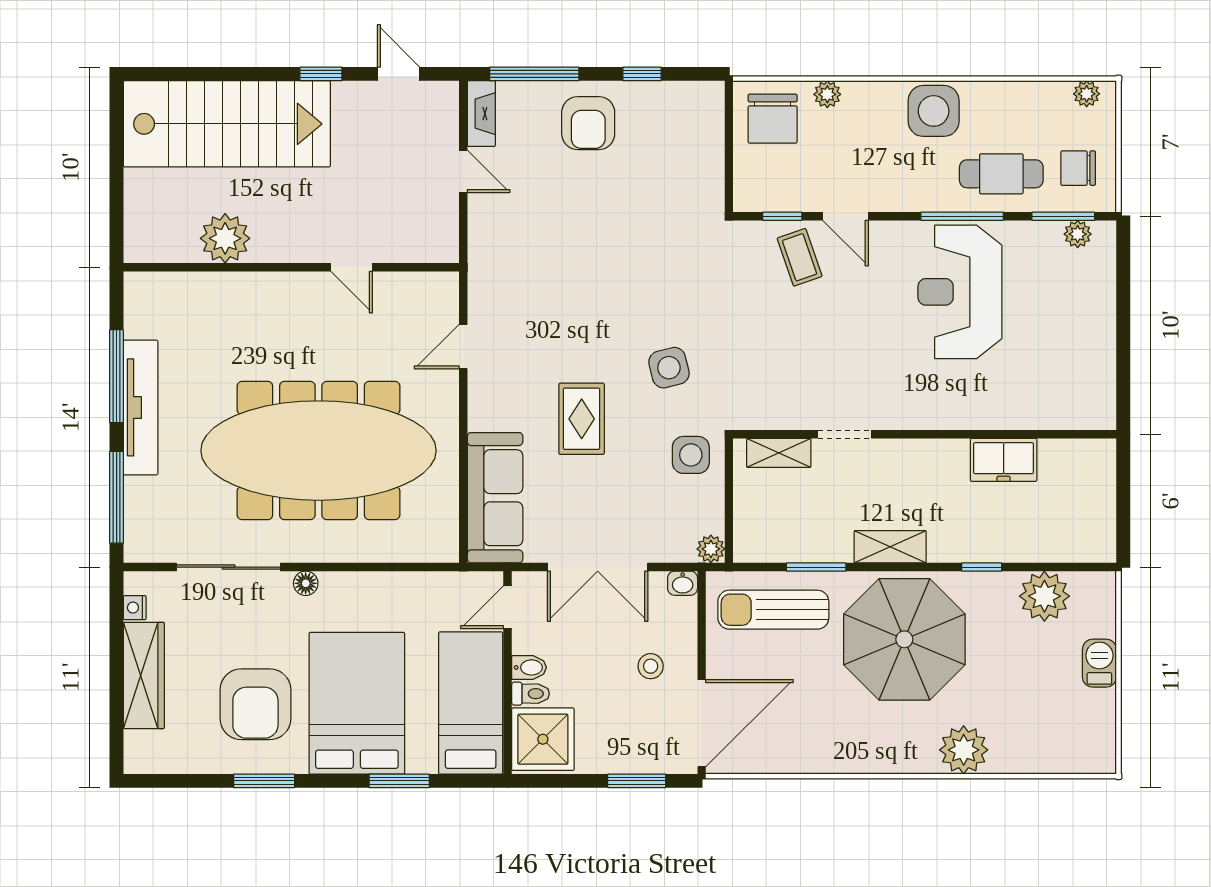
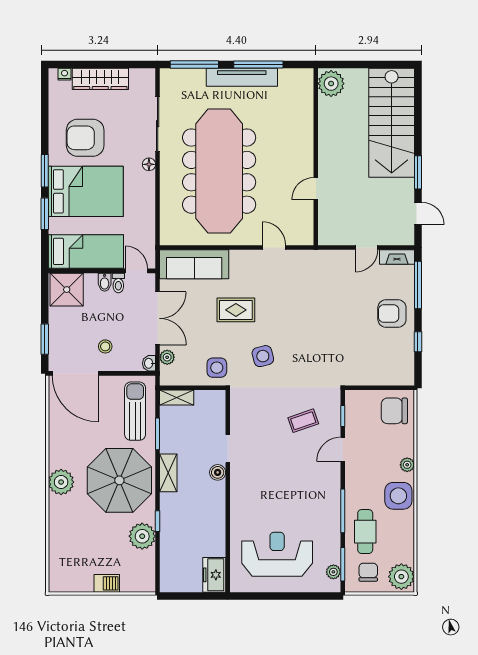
window: (321, 74) -> (418, 172), width x1.50
door: (399, 74) -> (418, 213), hinge flipped
plant: (827, 94) -> (407, 465), moved
plant: (1087, 94) -> (401, 577), width x1.88, depth x1.88
plant: (225, 238) -> (331, 84), moved
coffee table: (800, 257) -> (303, 421), moved
reception desk: (960, 292) -> (277, 554), moved
shelving: (779, 453) -> (177, 398), moved, turned 90
boiler: (889, 453) -> (218, 472), added
freezer: (1004, 460) -> (214, 575), moved
plant: (711, 549) -> (167, 357), moved
double door: (598, 567) -> (158, 318), swing flipped
plant: (1044, 596) -> (142, 536), moved
nightstand: (135, 608) -> (65, 74), moved
toilet: (530, 694) -> (118, 283), moved
plant: (964, 750) -> (61, 482), moved
window: (264, 781) -> (45, 171), moved

